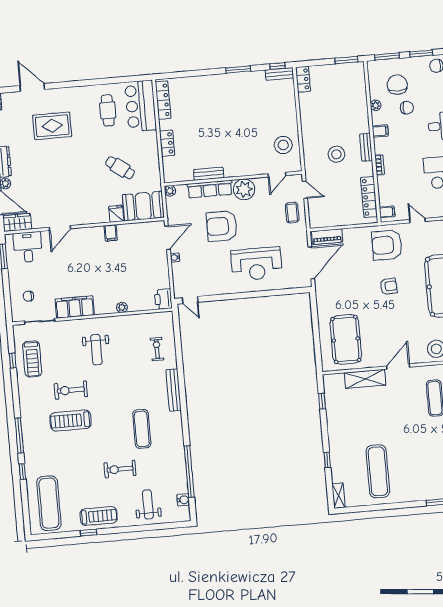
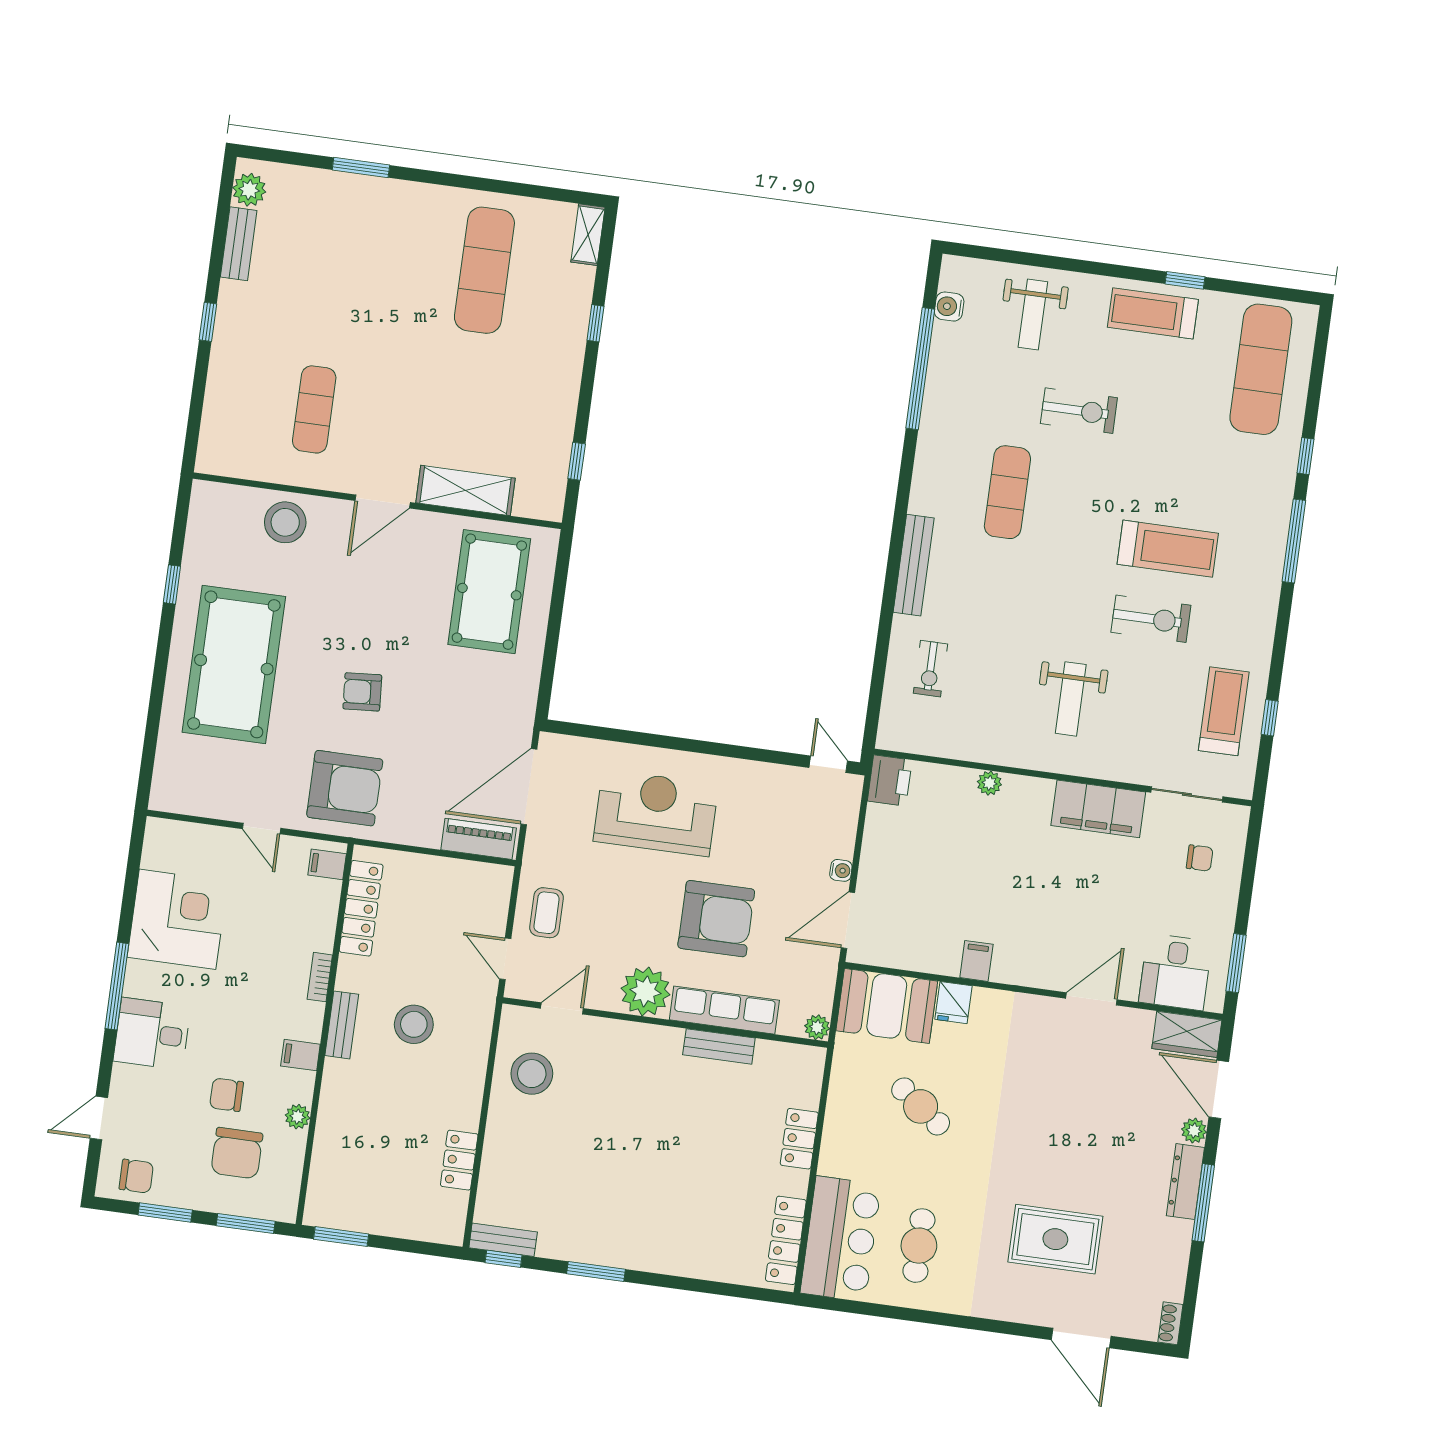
locker: (303, 79) -> (459, 1160), moved
weight bench: (96, 350) -> (1071, 699), turned 180

